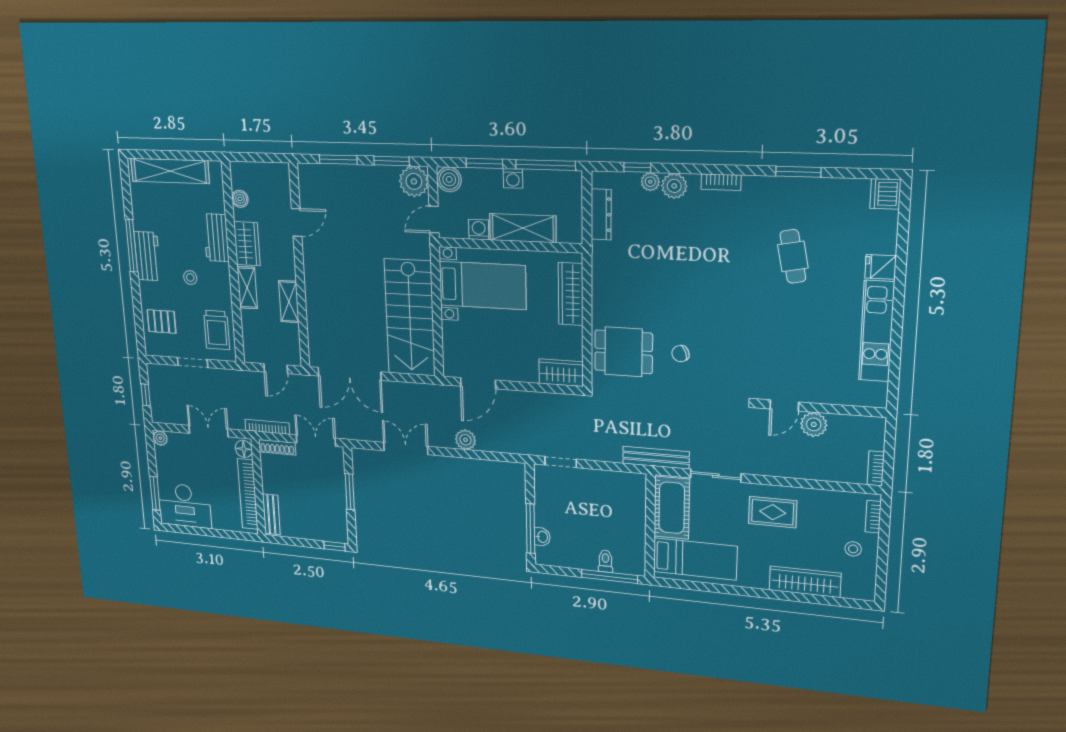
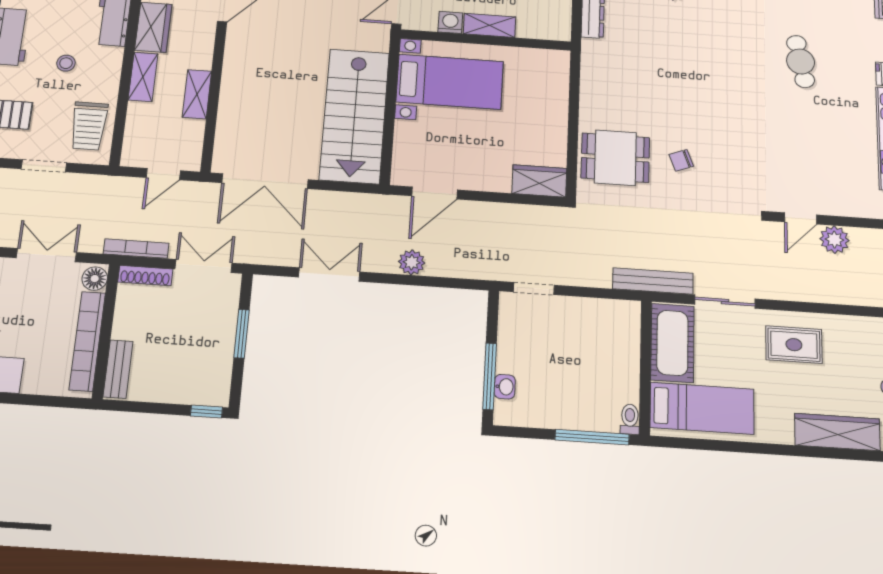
shelving: (523, 228) -> (490, 25), width x0.67, depth x0.75
wardrobe: (571, 294) -> (555, 94), removed
toilet: (605, 561) -> (630, 419), moved

